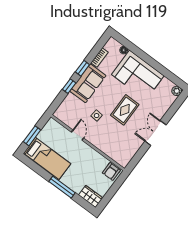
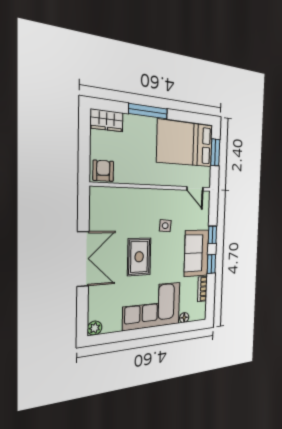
double door: (155, 133) -> (83, 259), width x1.37
door: (78, 135) -> (195, 189), moved
bed: (47, 158) -> (185, 144), width x1.50

